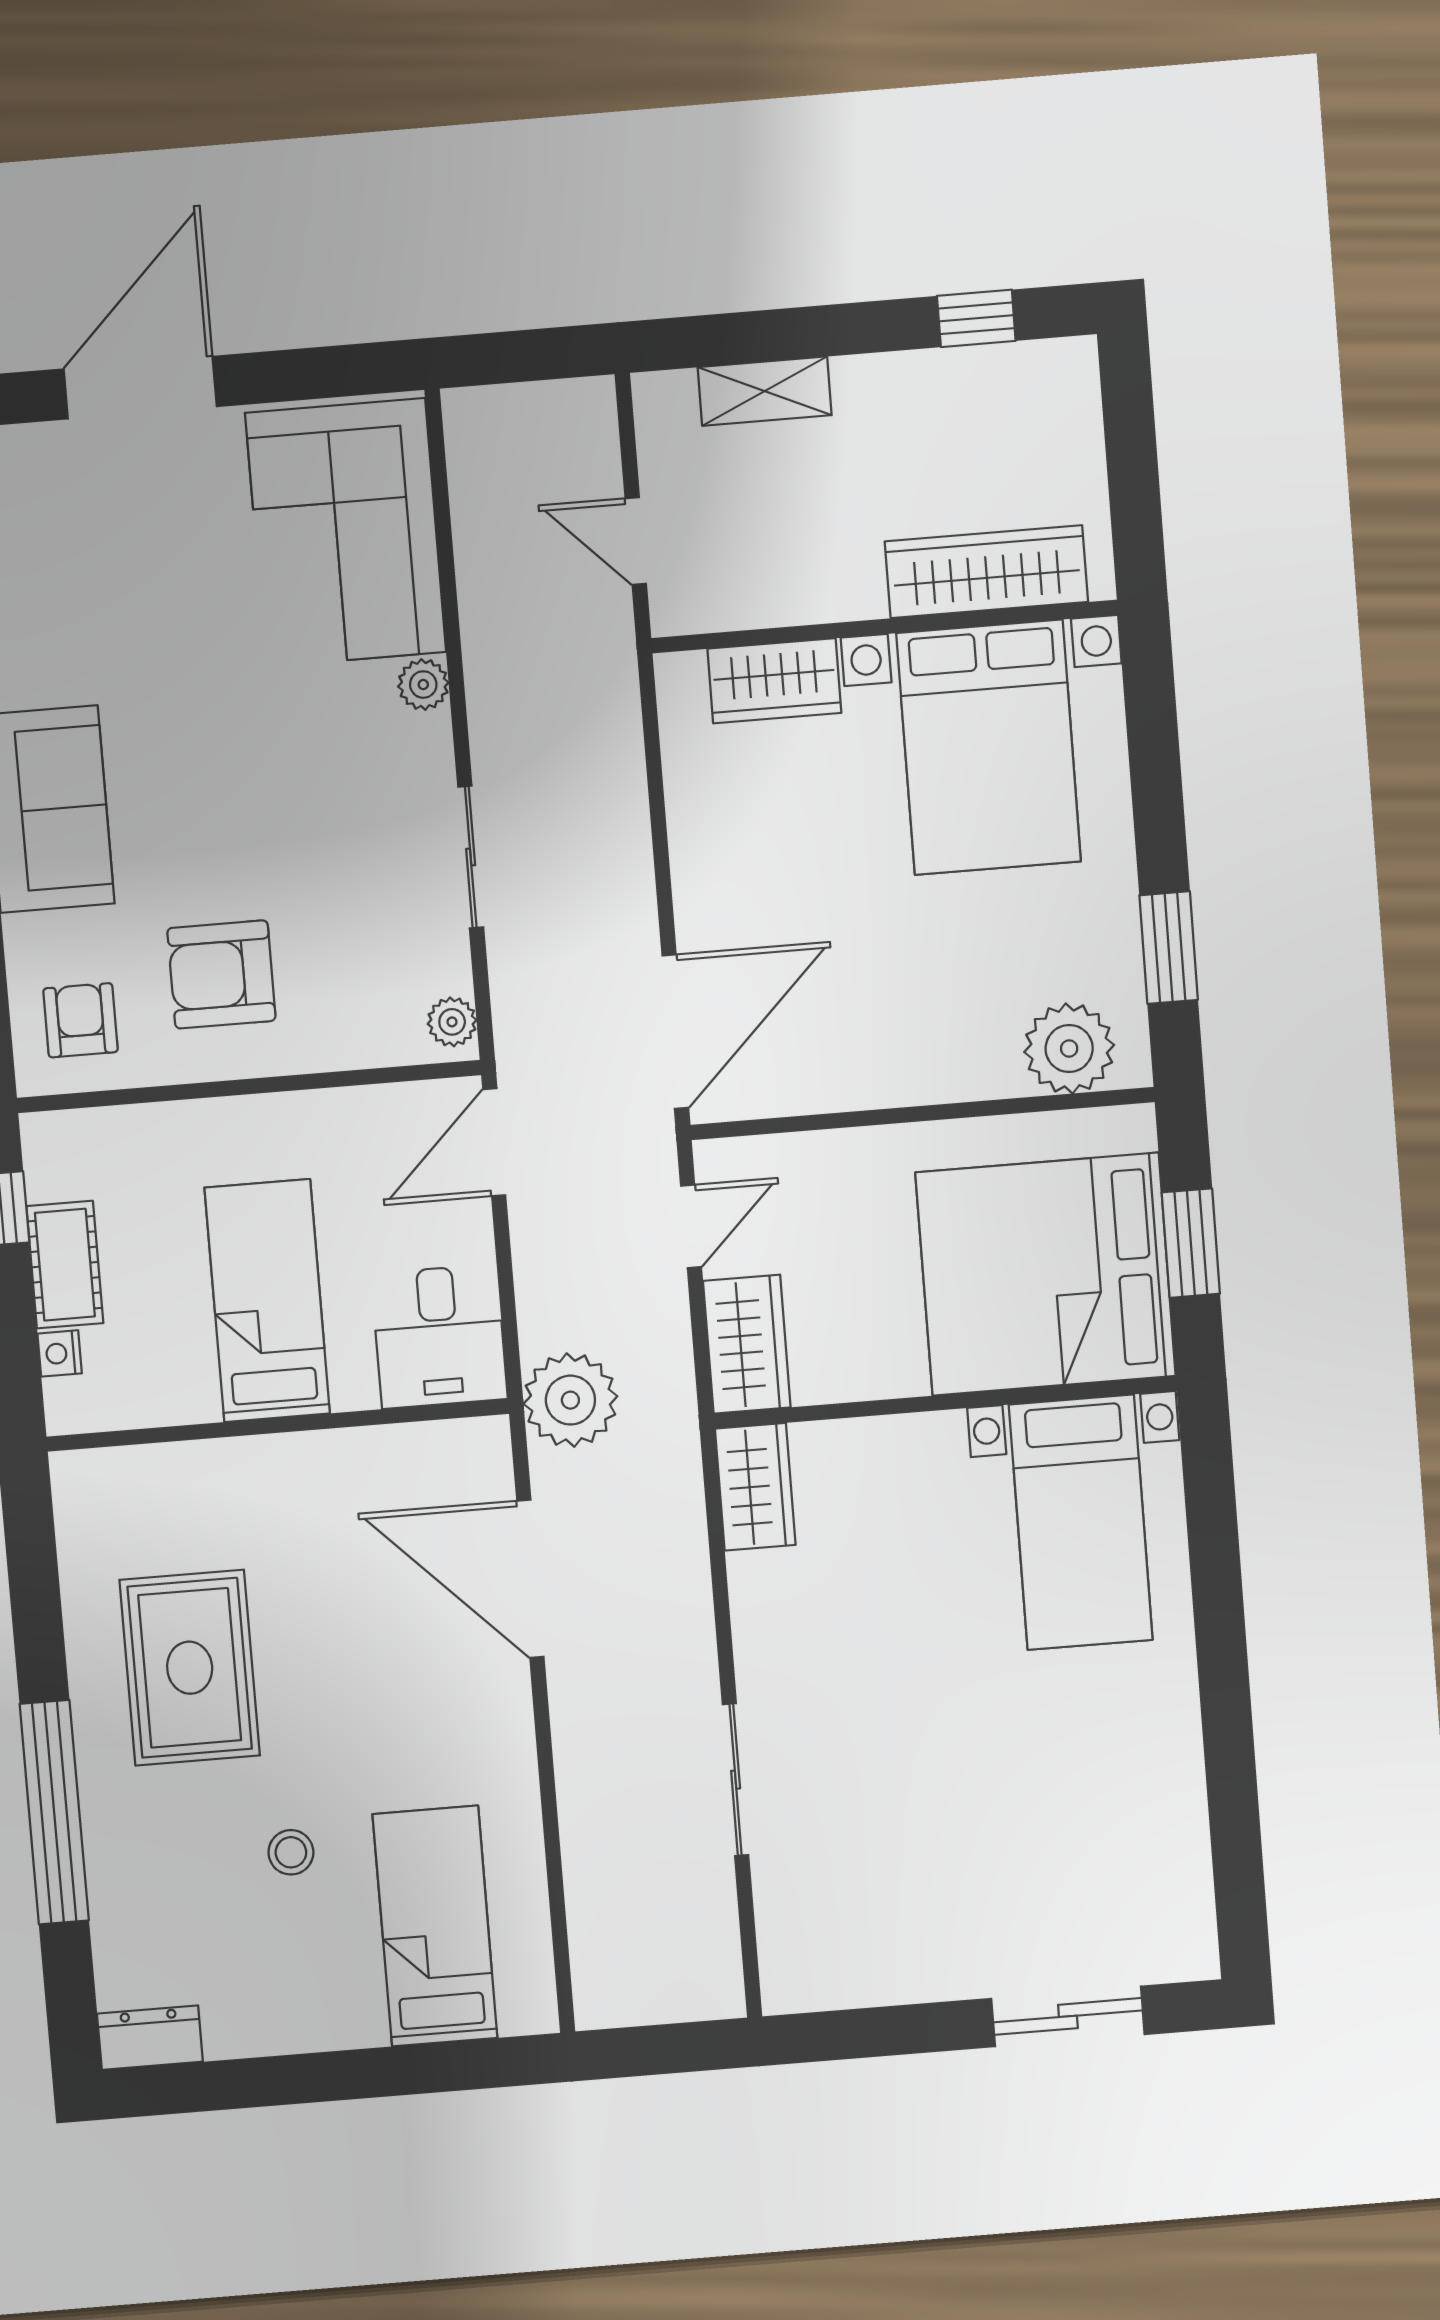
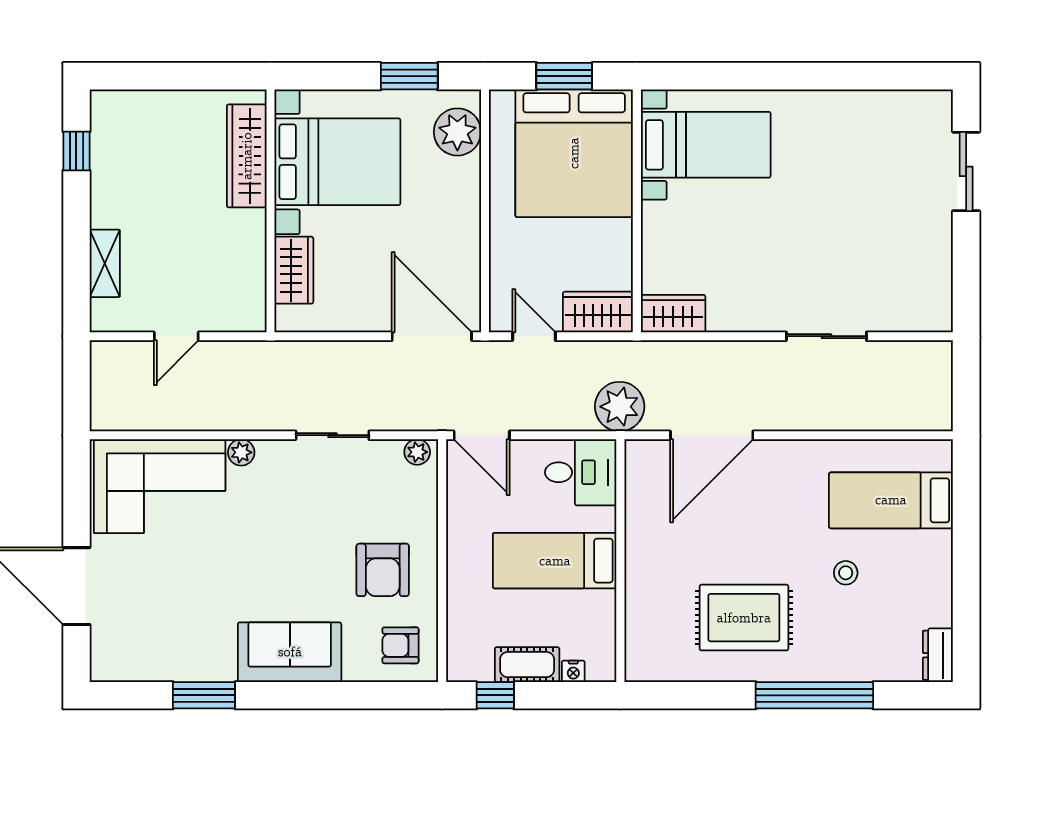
wardrobe: (986, 572) -> (247, 156), moved
wall: (885, 626) -> (270, 211), moved
wardrobe: (774, 681) -> (294, 270), moved
bed with nightstands: (989, 747) -> (337, 162), moved

